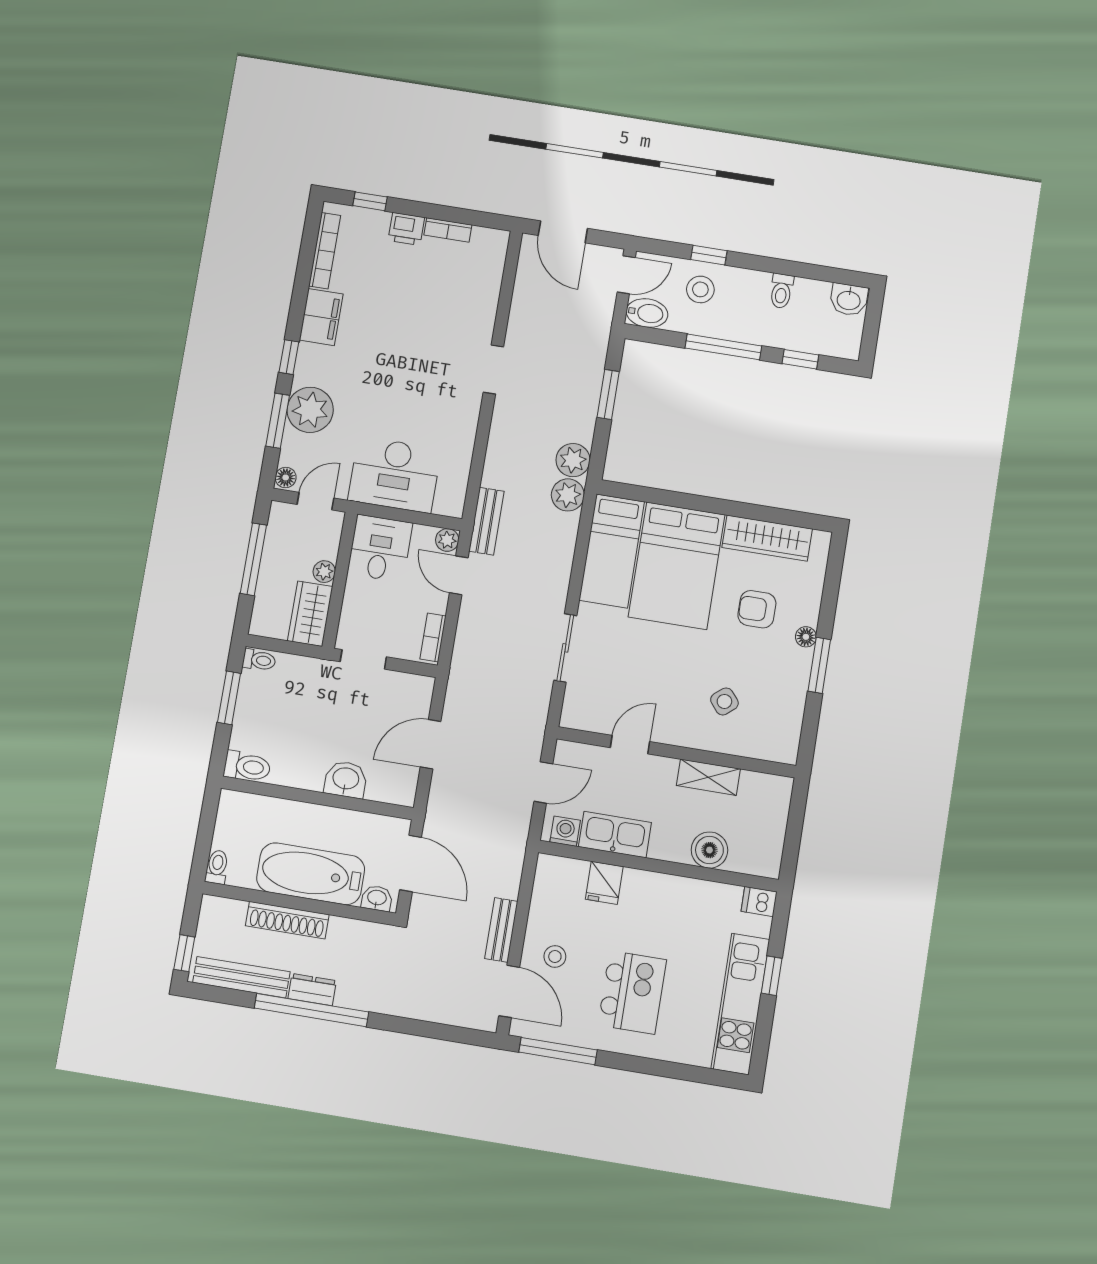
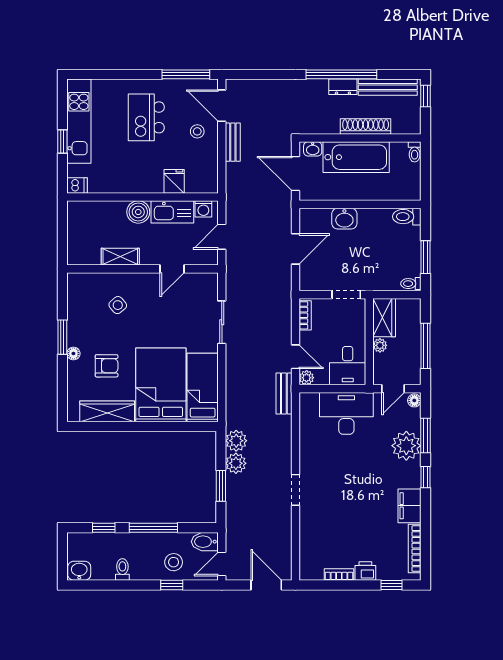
plant: (568, 495) -> (236, 463), moved
boiler: (709, 850) -> (138, 212), moved

